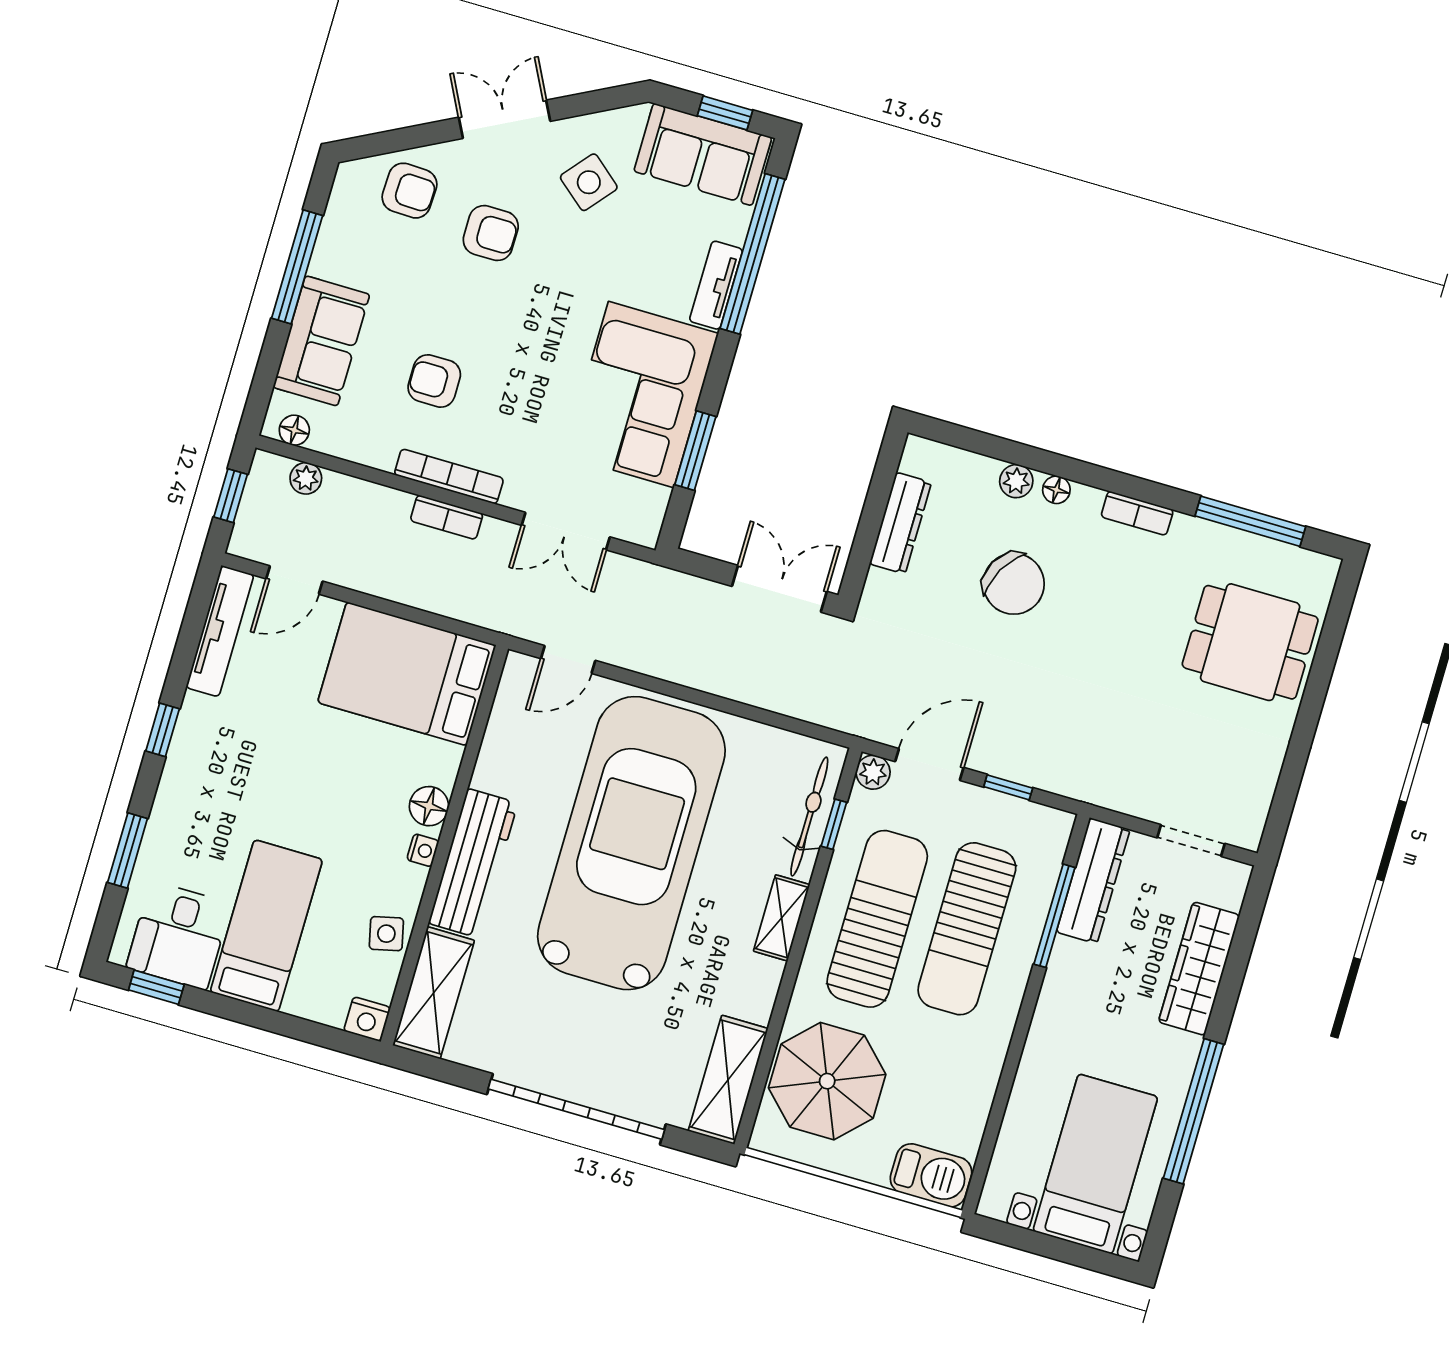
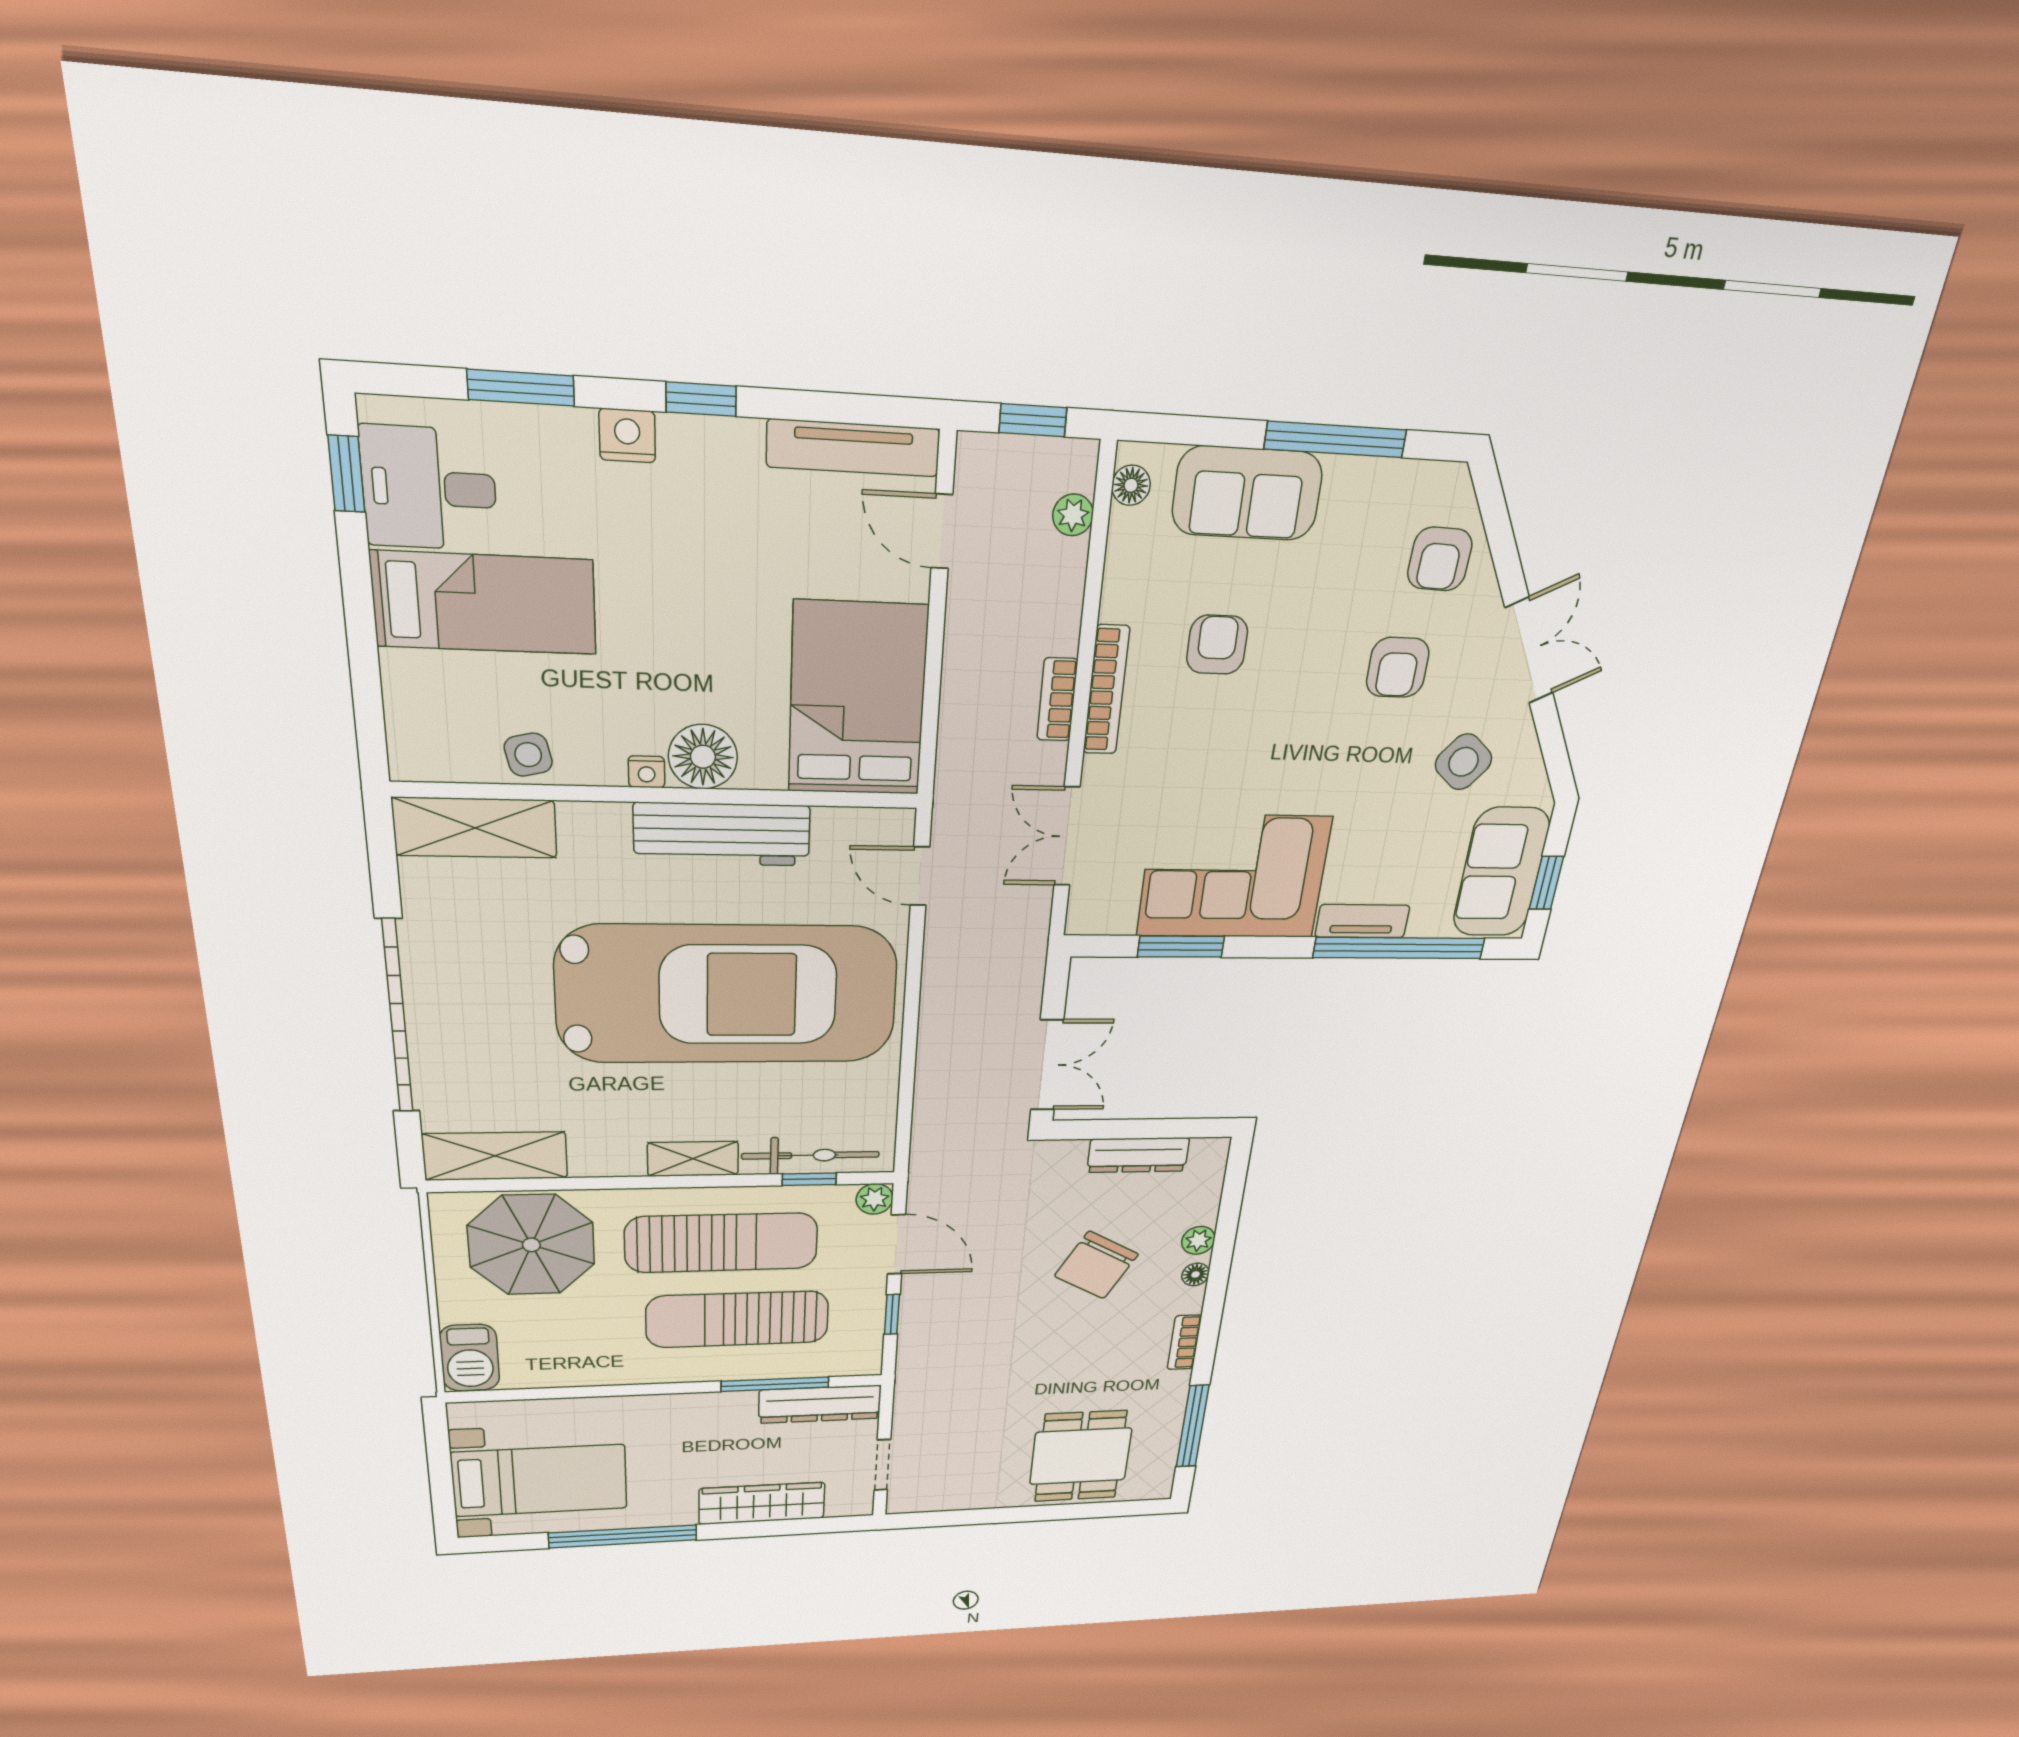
floor lamp: (429, 806) -> (703, 757), width x1.38, depth x1.38
workbench: (473, 863) -> (722, 834), moved
nightstand: (367, 1019) -> (627, 436), moved, turned 90

